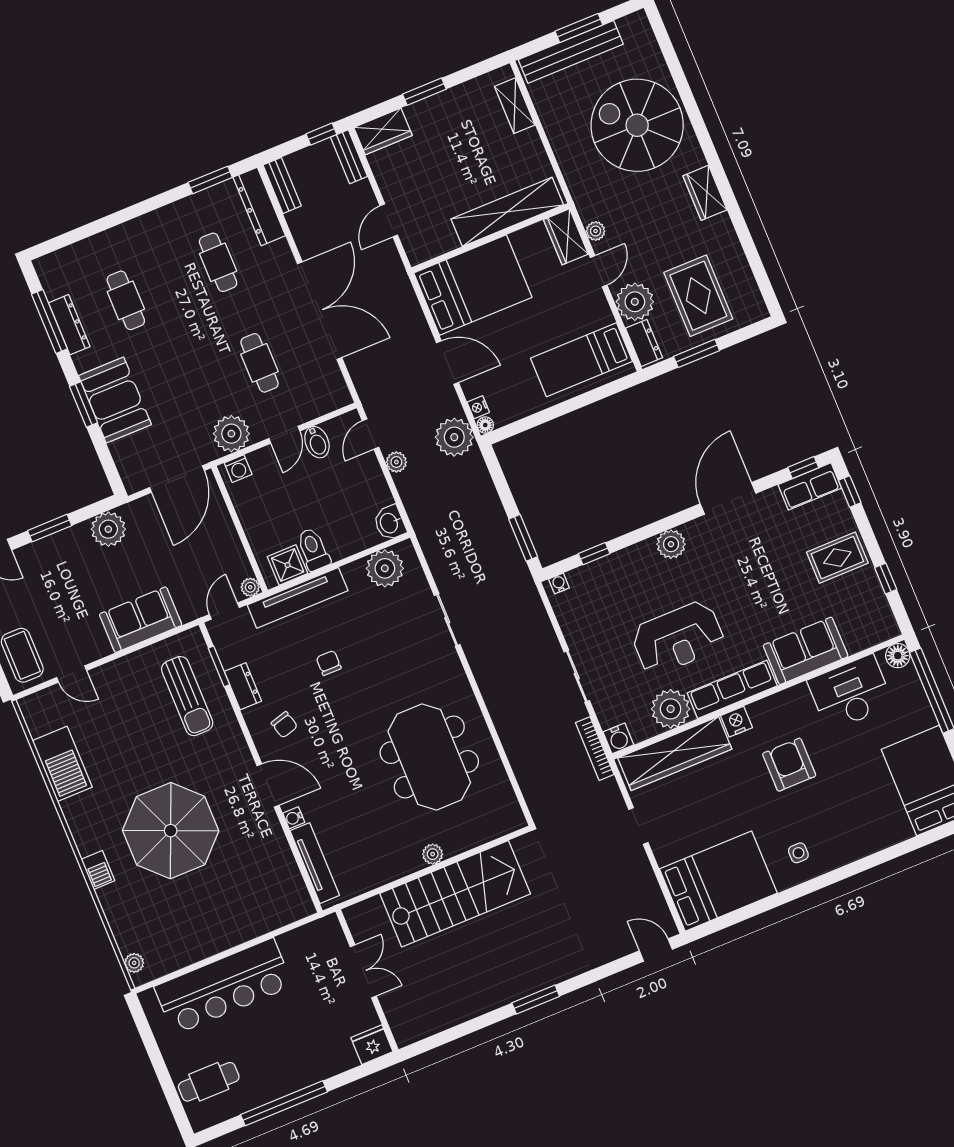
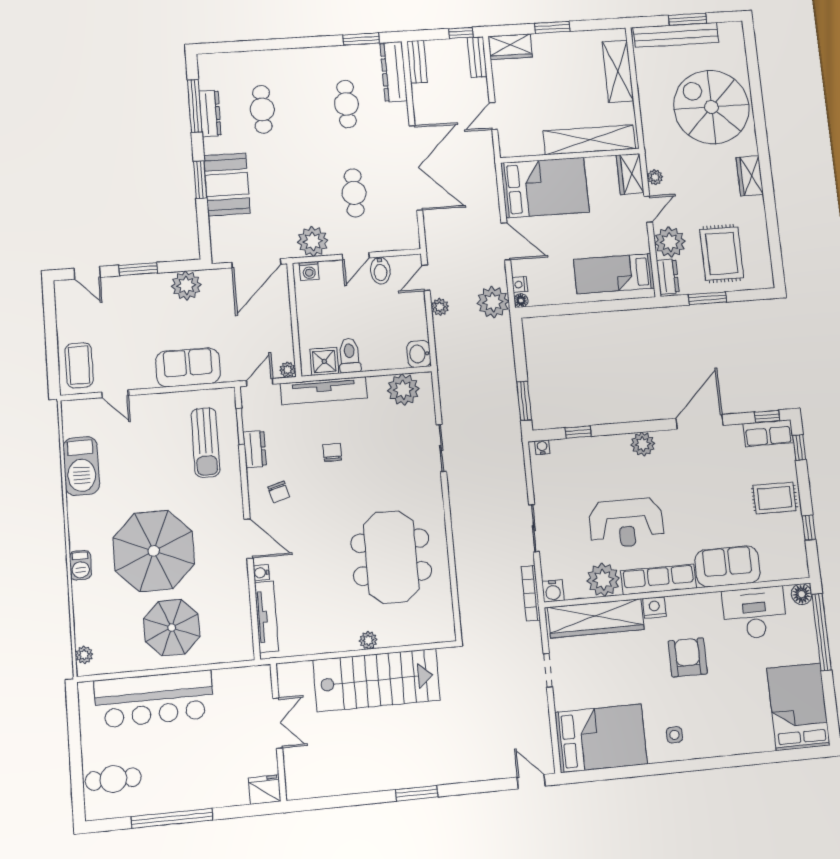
shelving: (515, 106) -> (618, 71), width x1.50, depth x1.33
parasol: (217, 906) -> (172, 628), added

